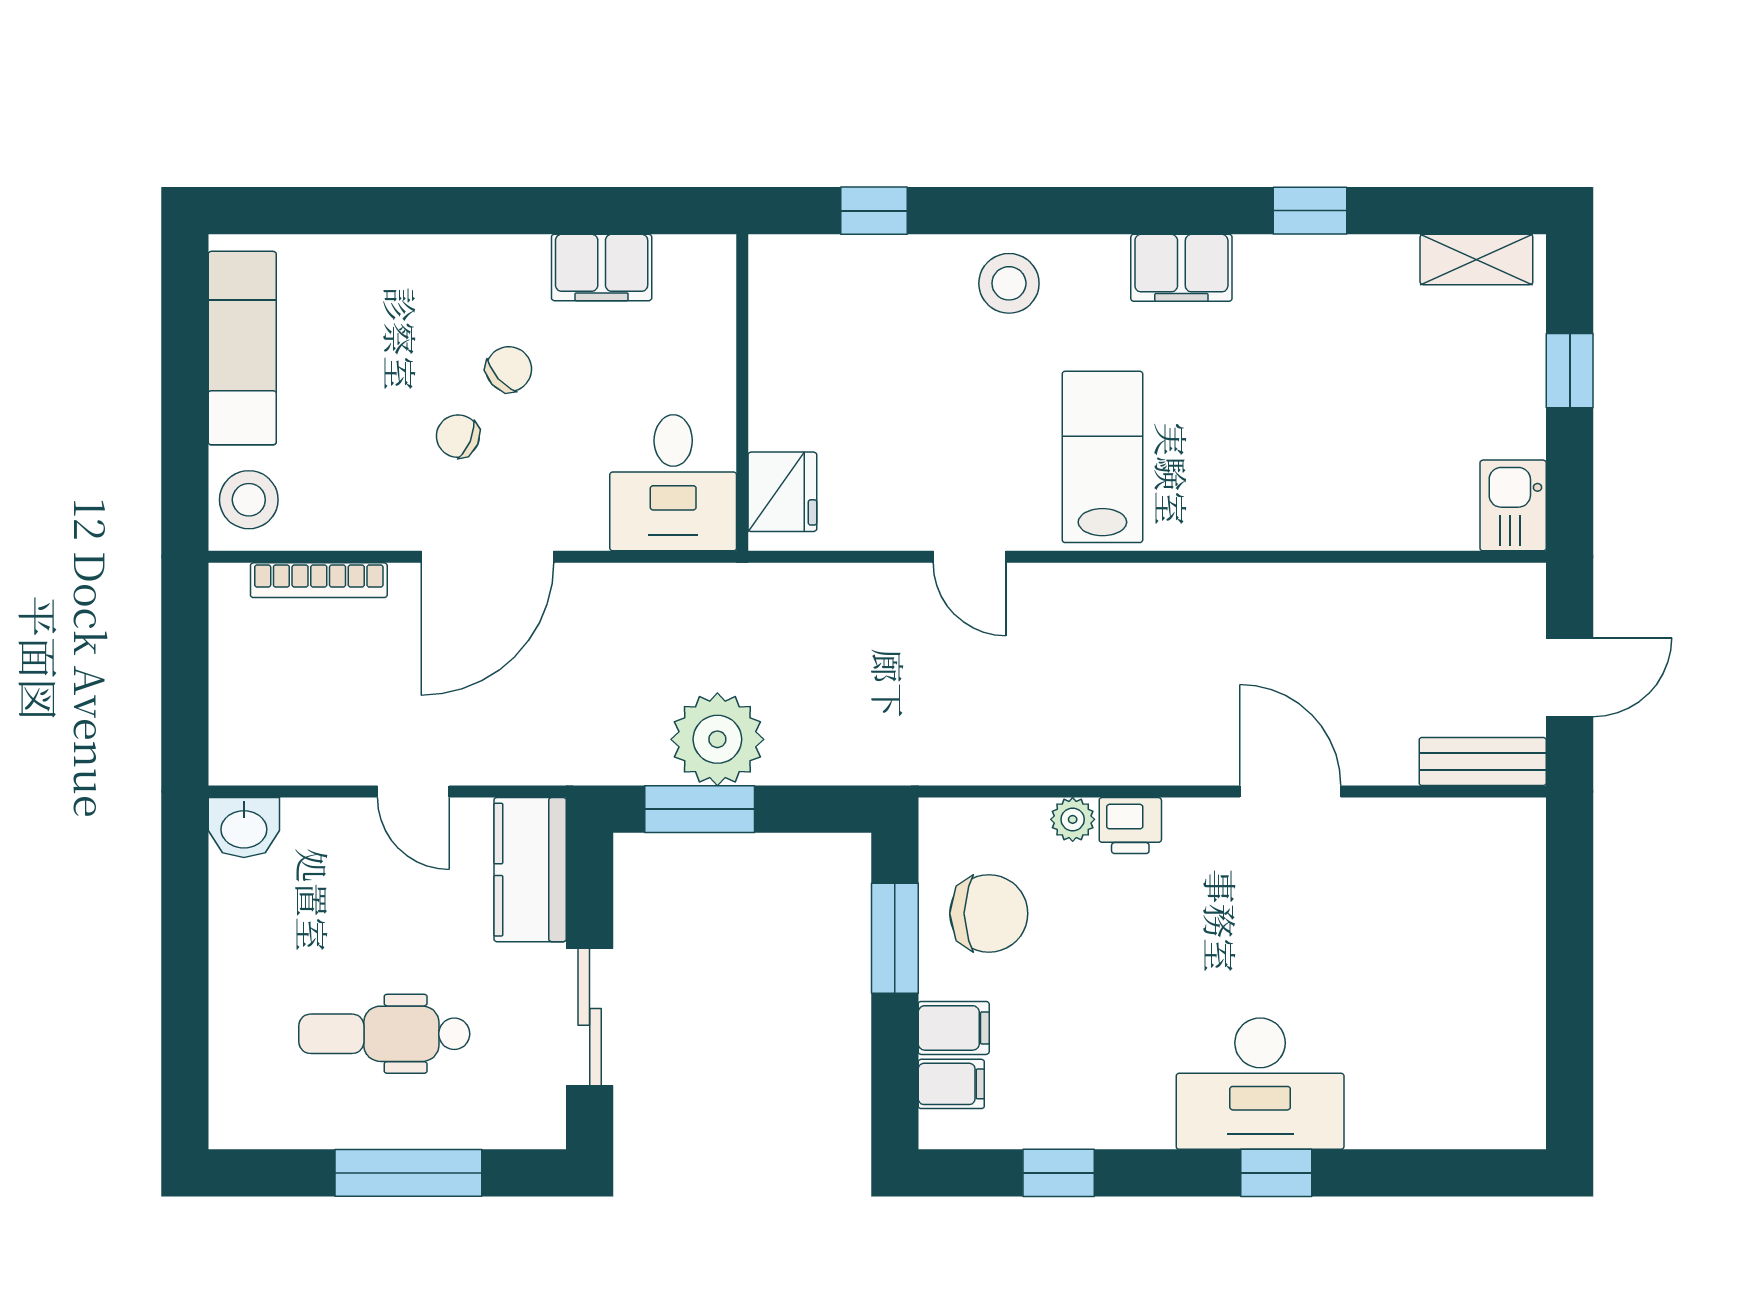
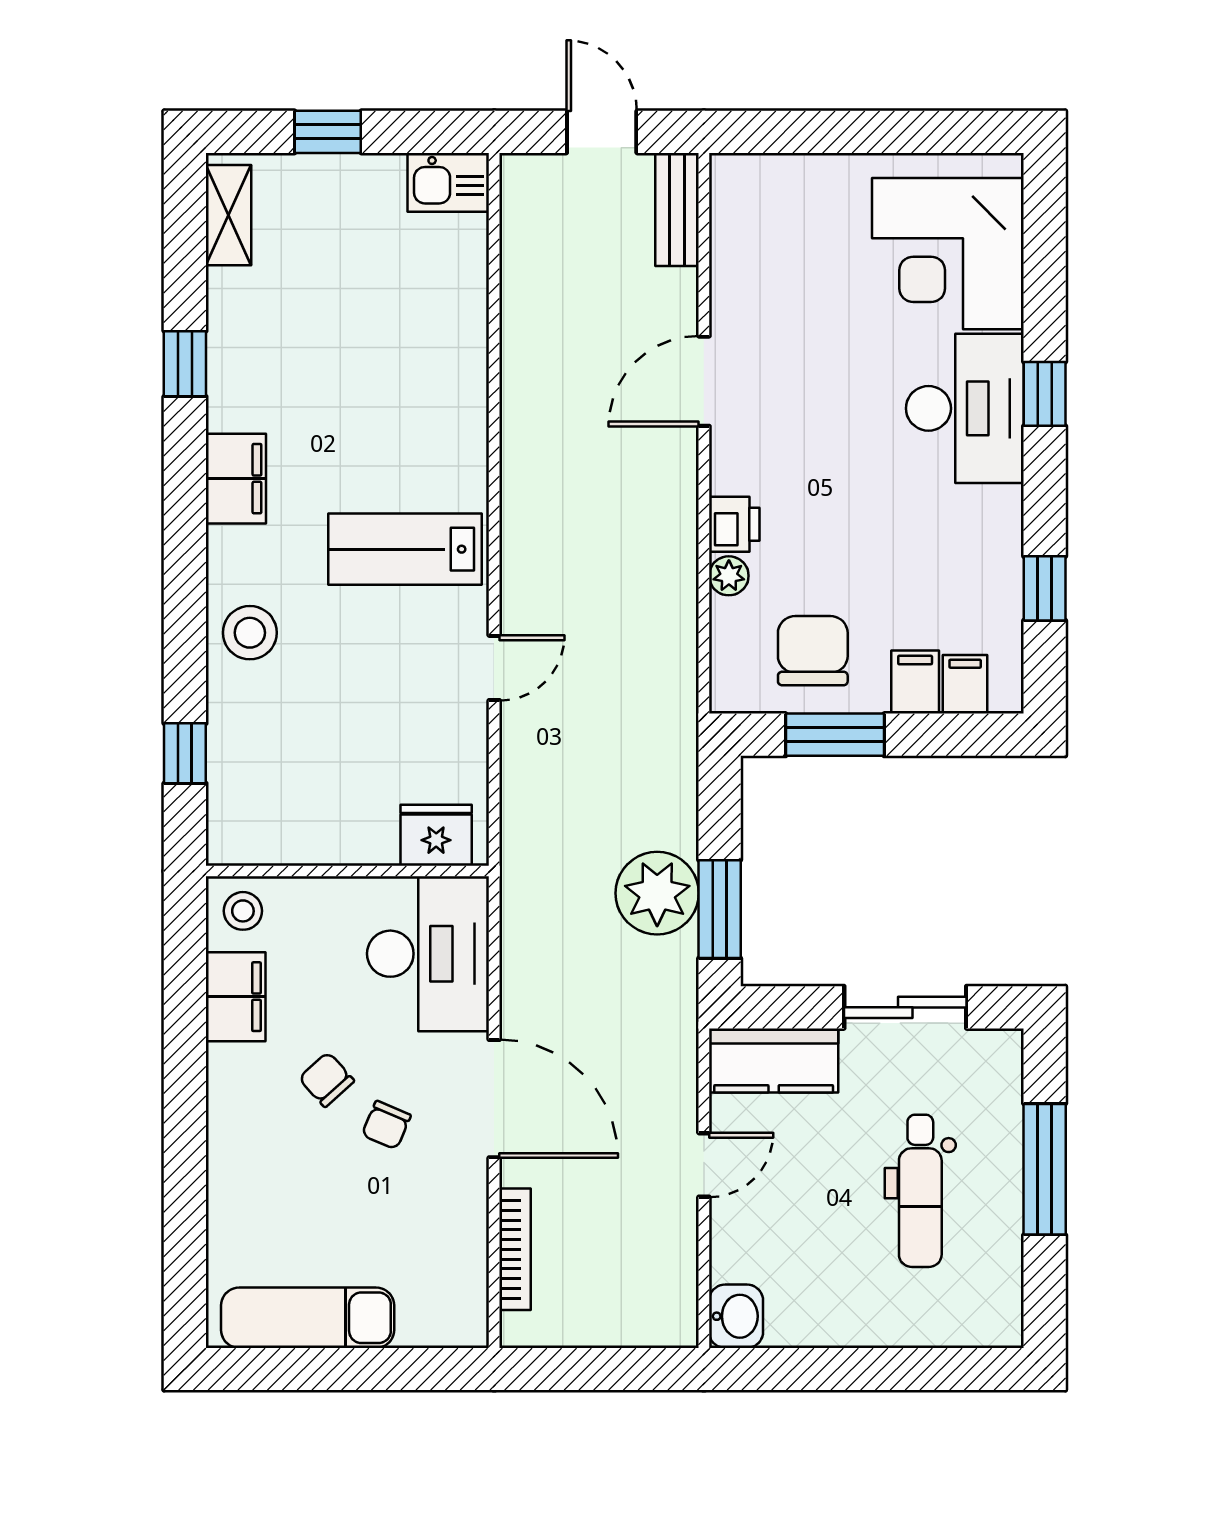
desk: (673, 483) -> (428, 954), width x1.37
stool: (249, 500) -> (243, 911), moved, width x0.73, depth x0.73
corner desk: (1433, 1065) -> (948, 254), added

